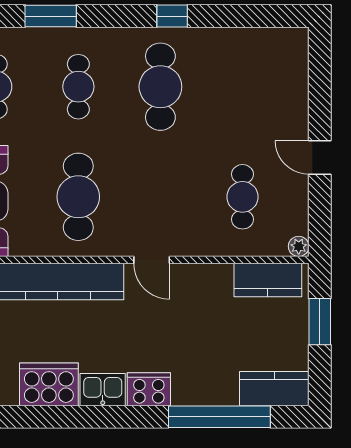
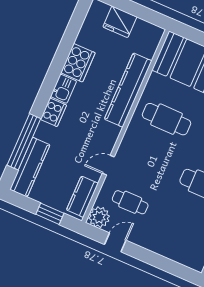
door: (320, 157) -> (115, 242), moved
plant: (299, 246) -> (99, 217), width x1.88, depth x1.88
door: (152, 260) -> (108, 165), moved
kitchen counter: (274, 389) -> (30, 167), width x1.50

